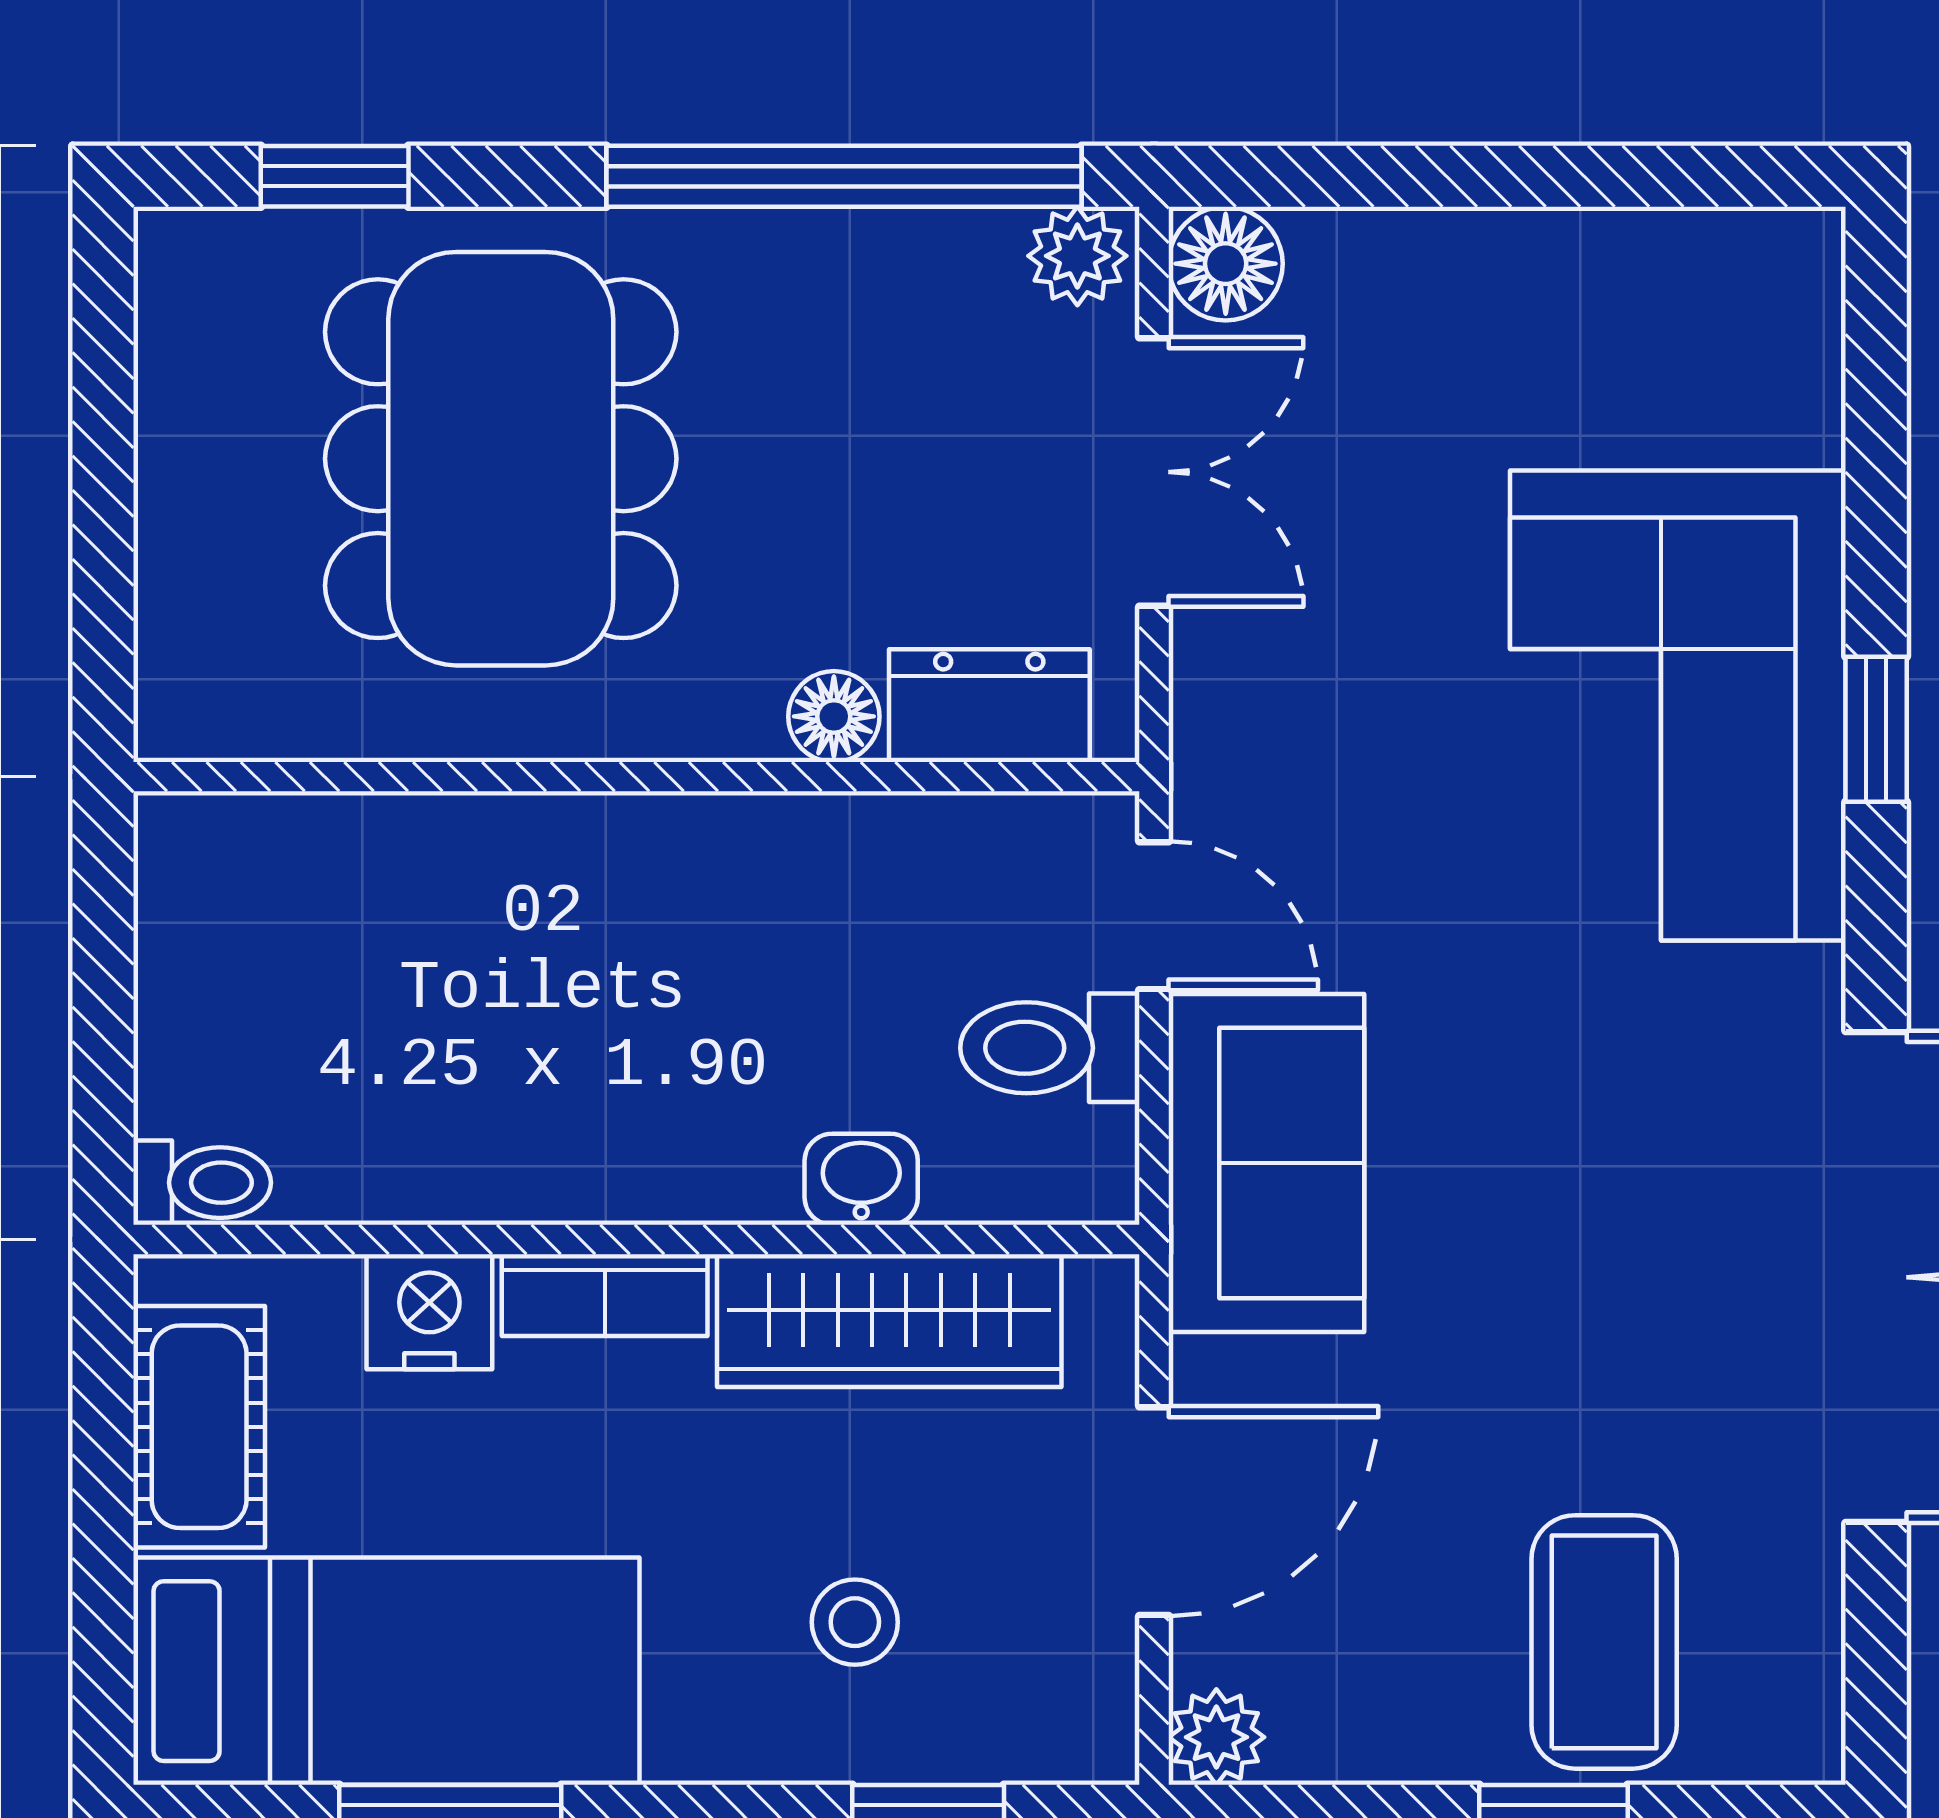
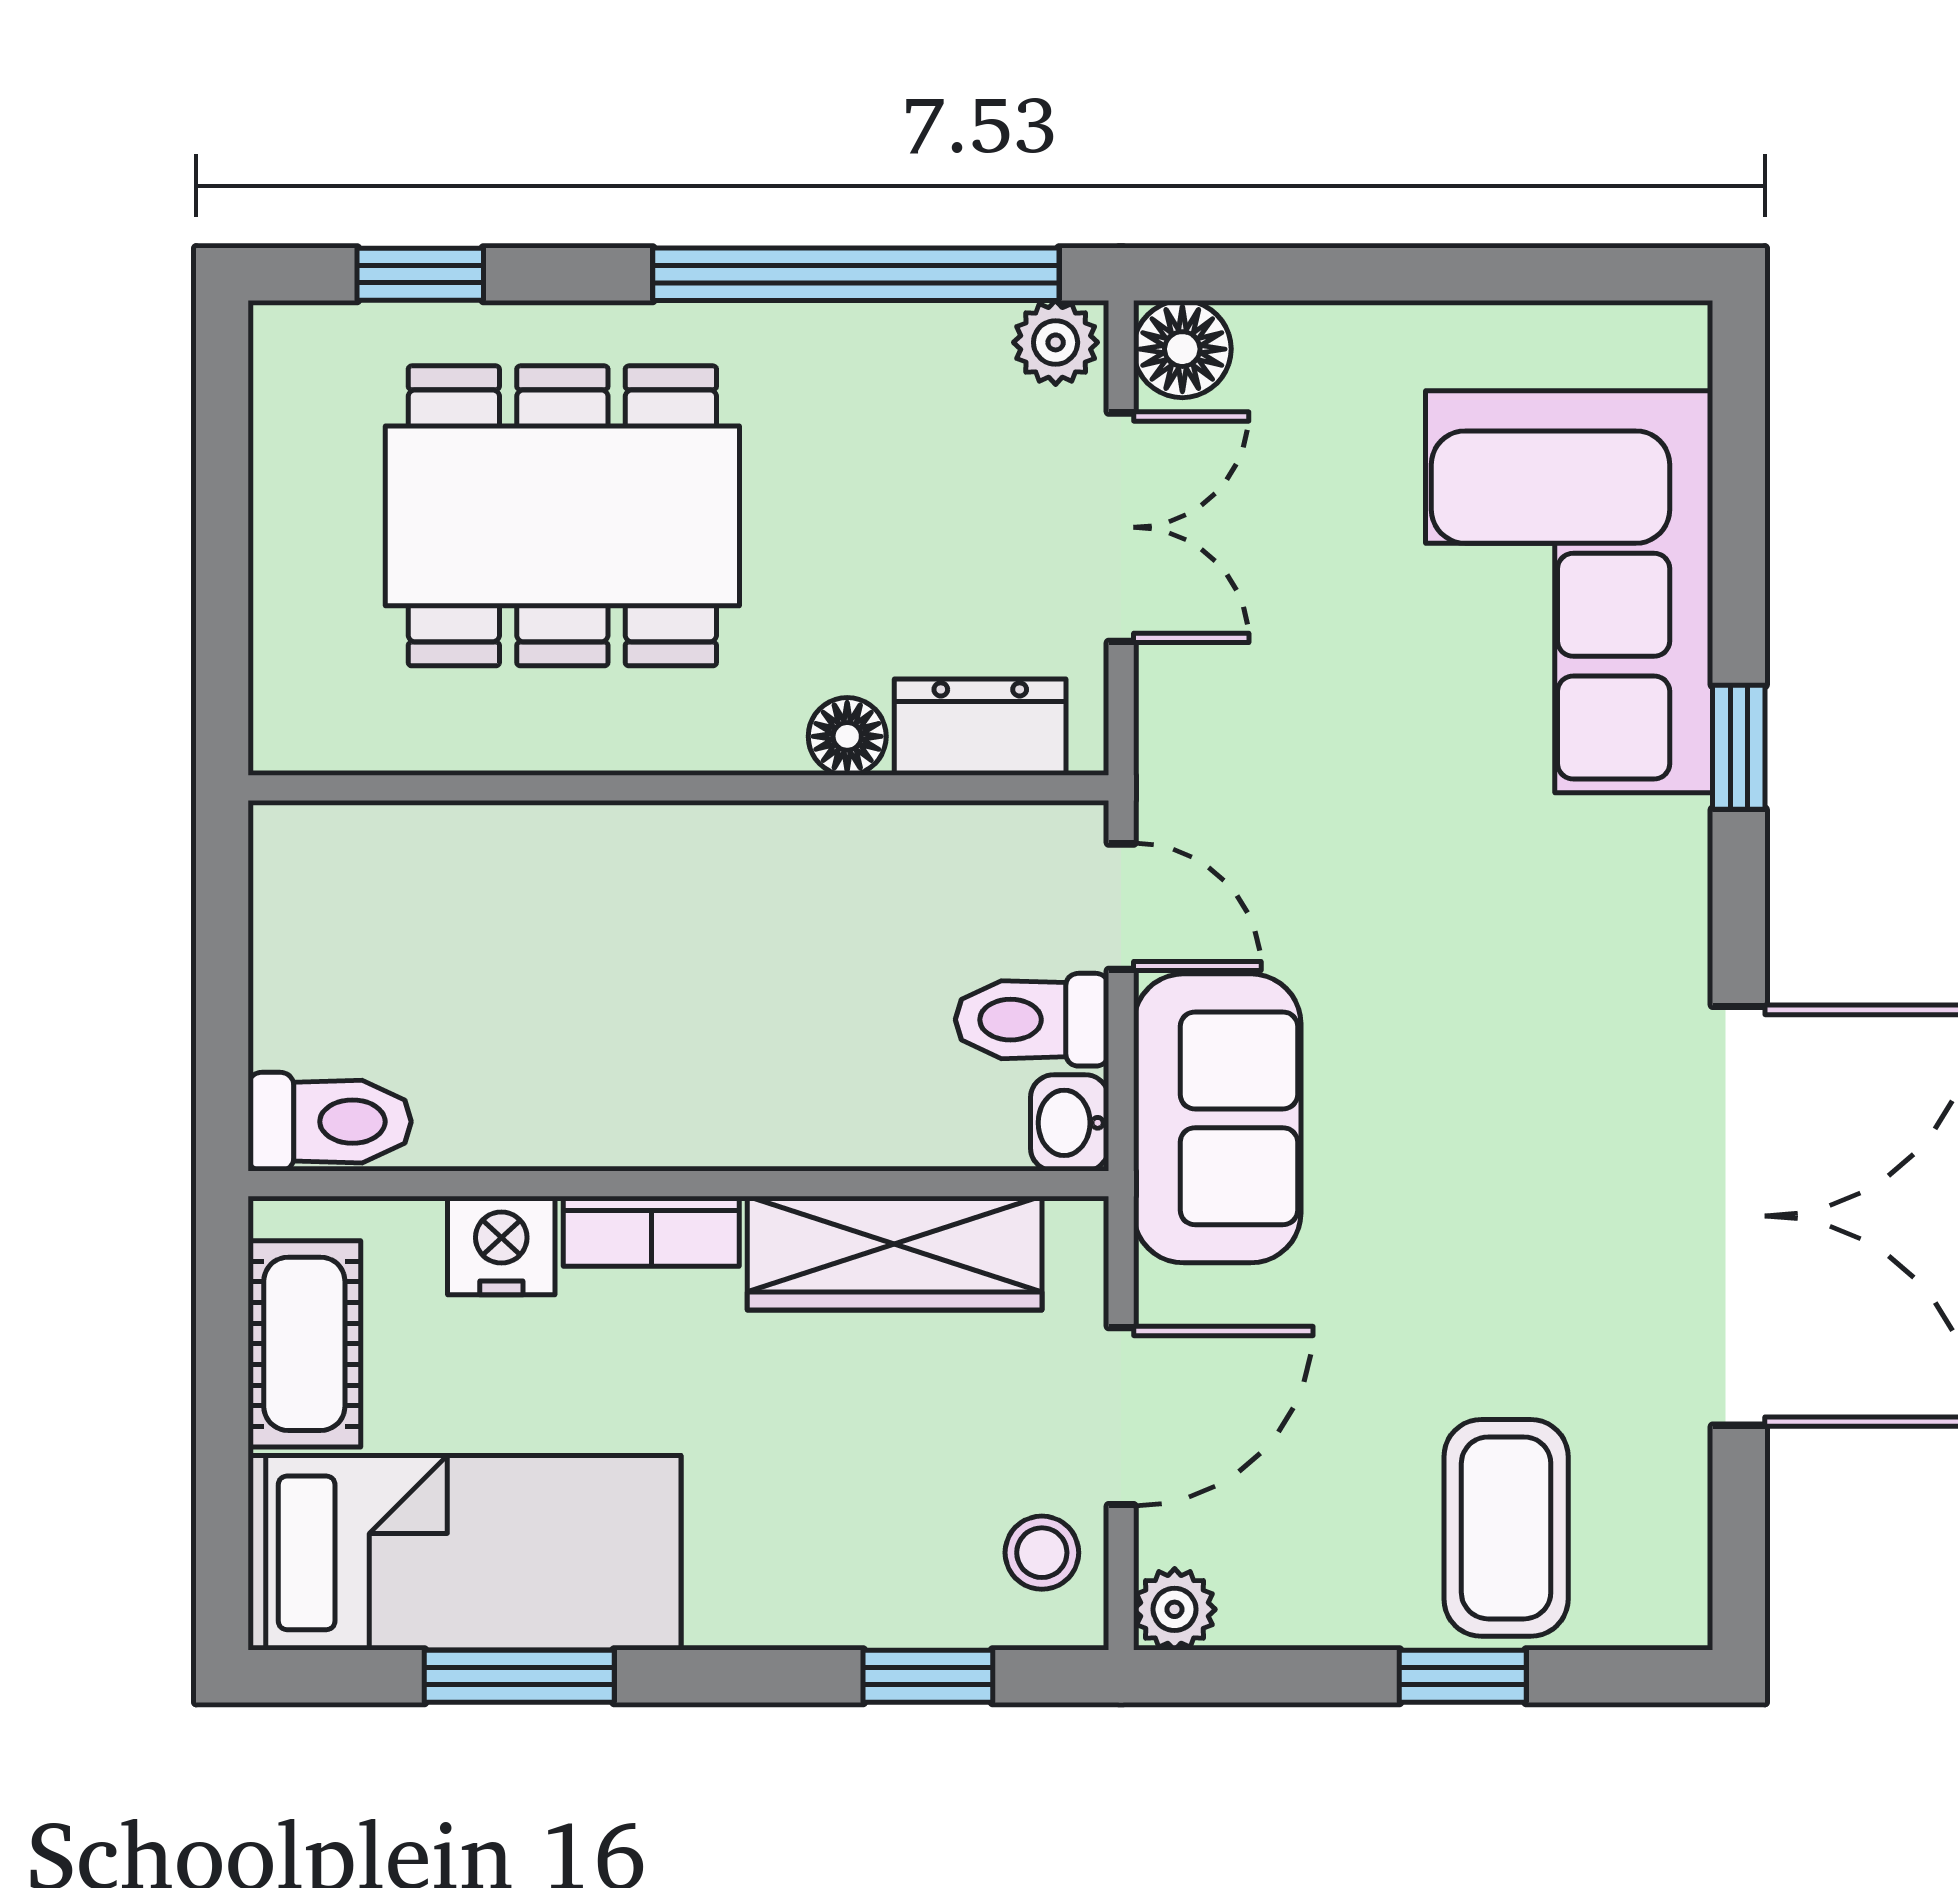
dining table: (501, 459) -> (562, 516), turned 90
corner sofa: (1678, 706) -> (1569, 592), moved
washbasin: (861, 1179) -> (1070, 1123), moved, turned -90
toilet: (202, 1183) -> (330, 1122), width x1.37, depth x1.39
stool: (855, 1622) -> (1042, 1553), moved

